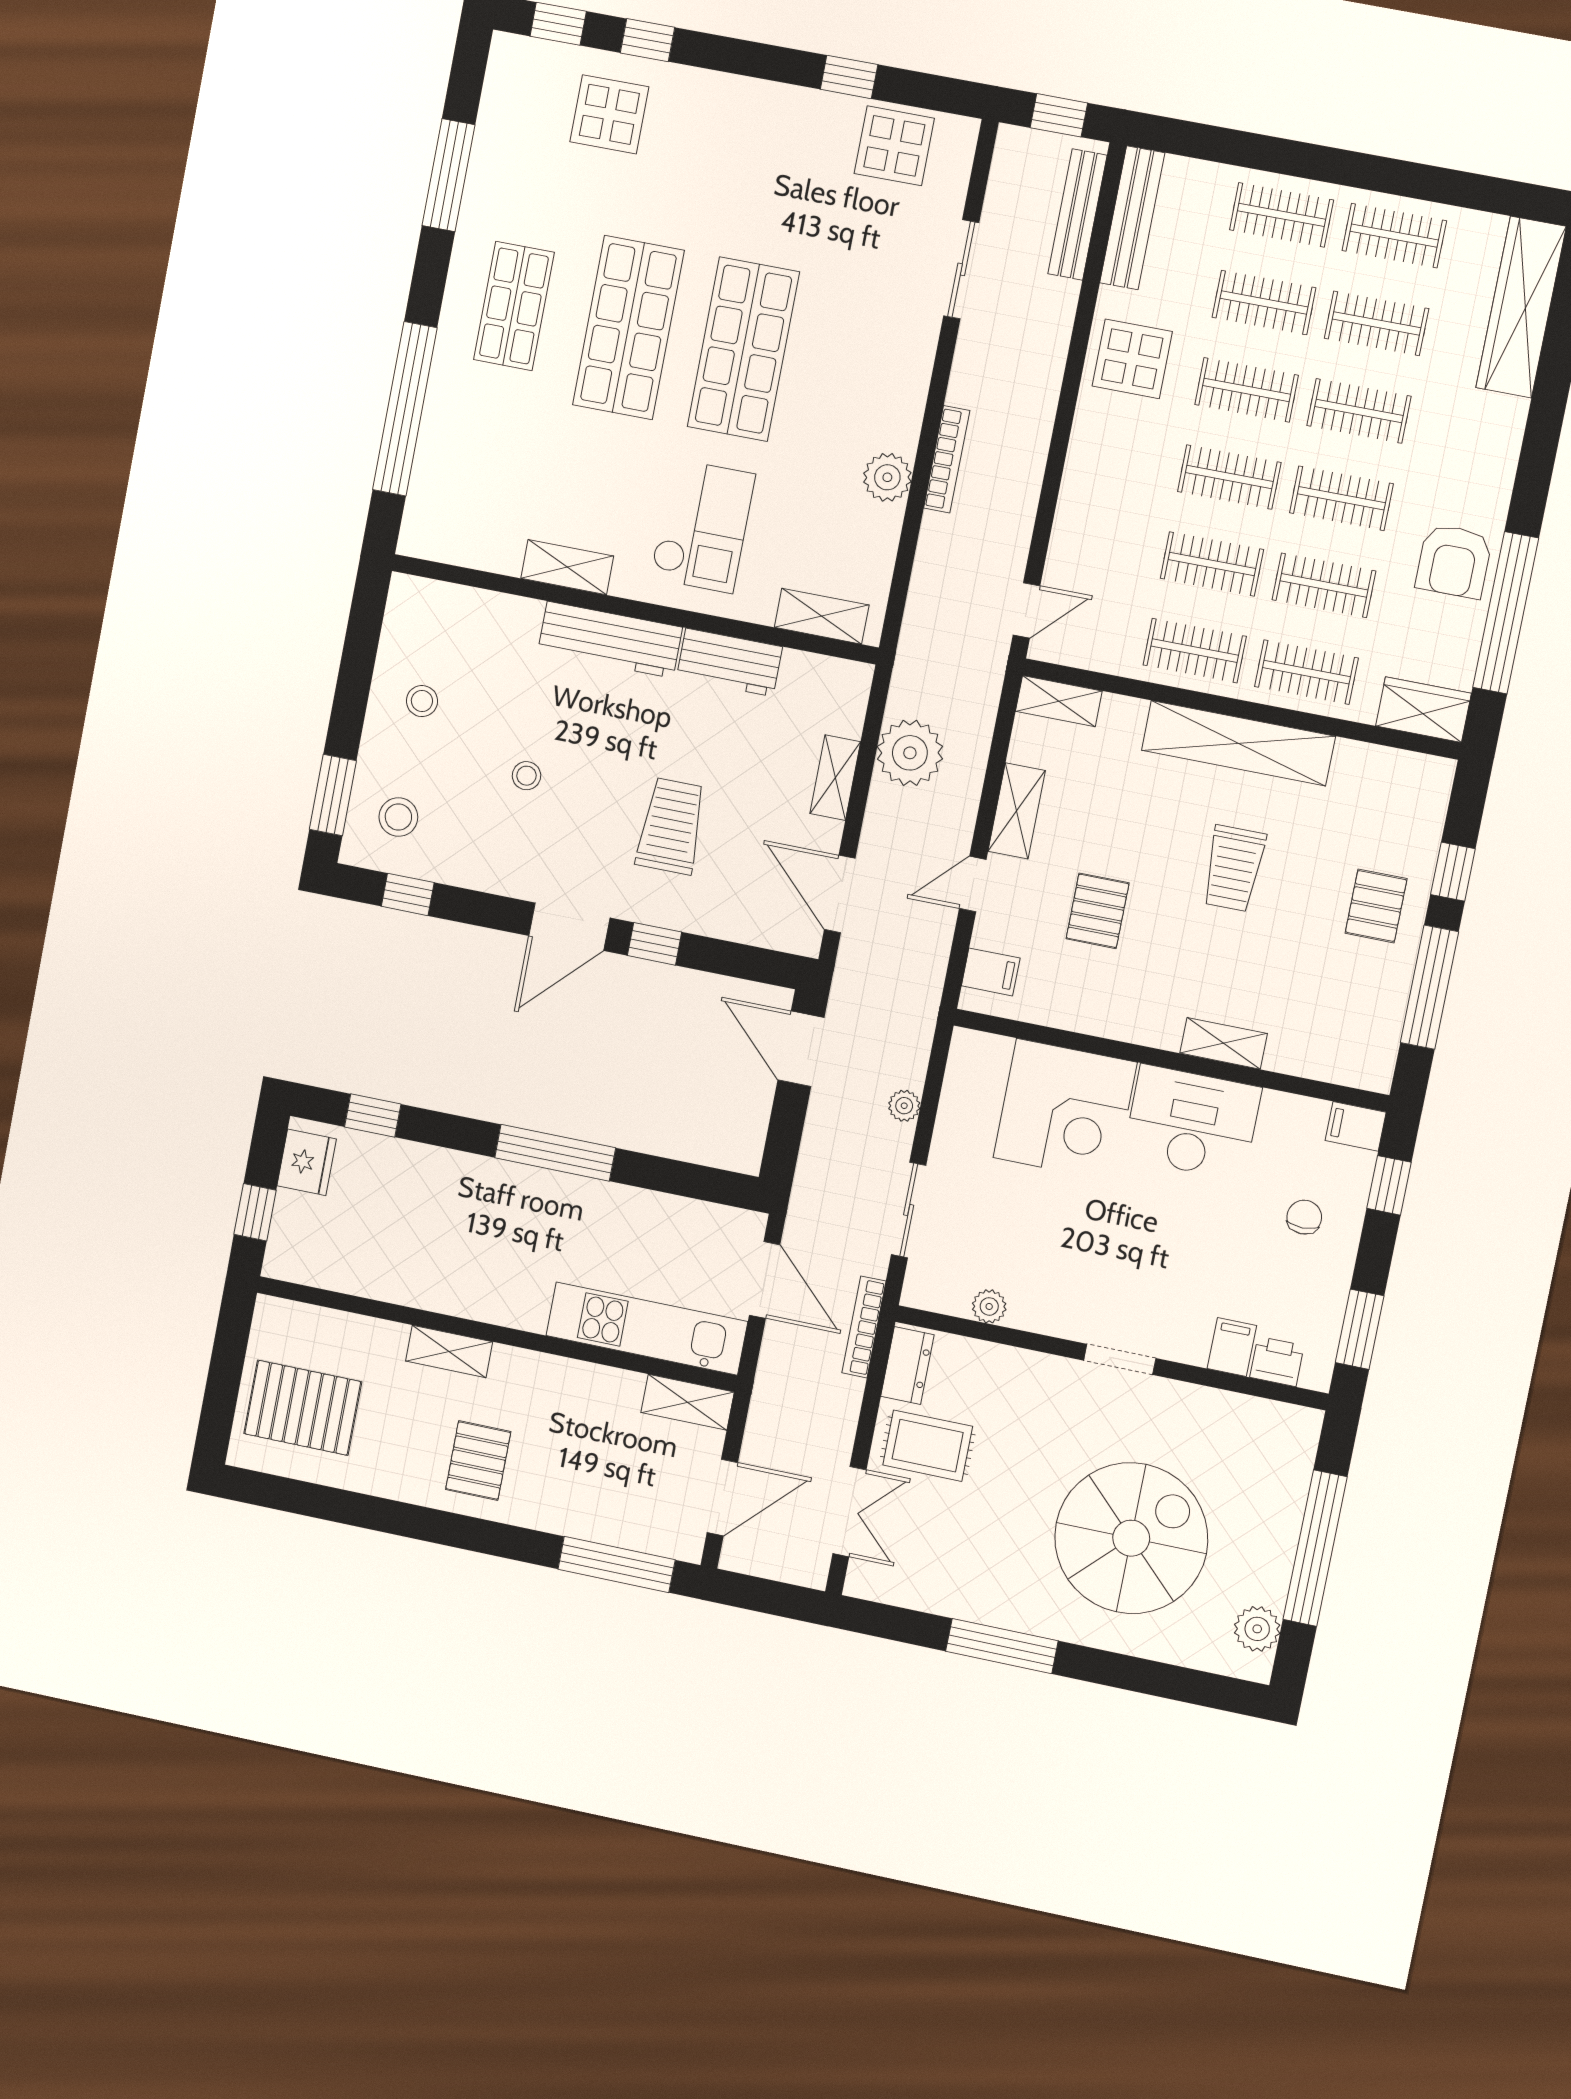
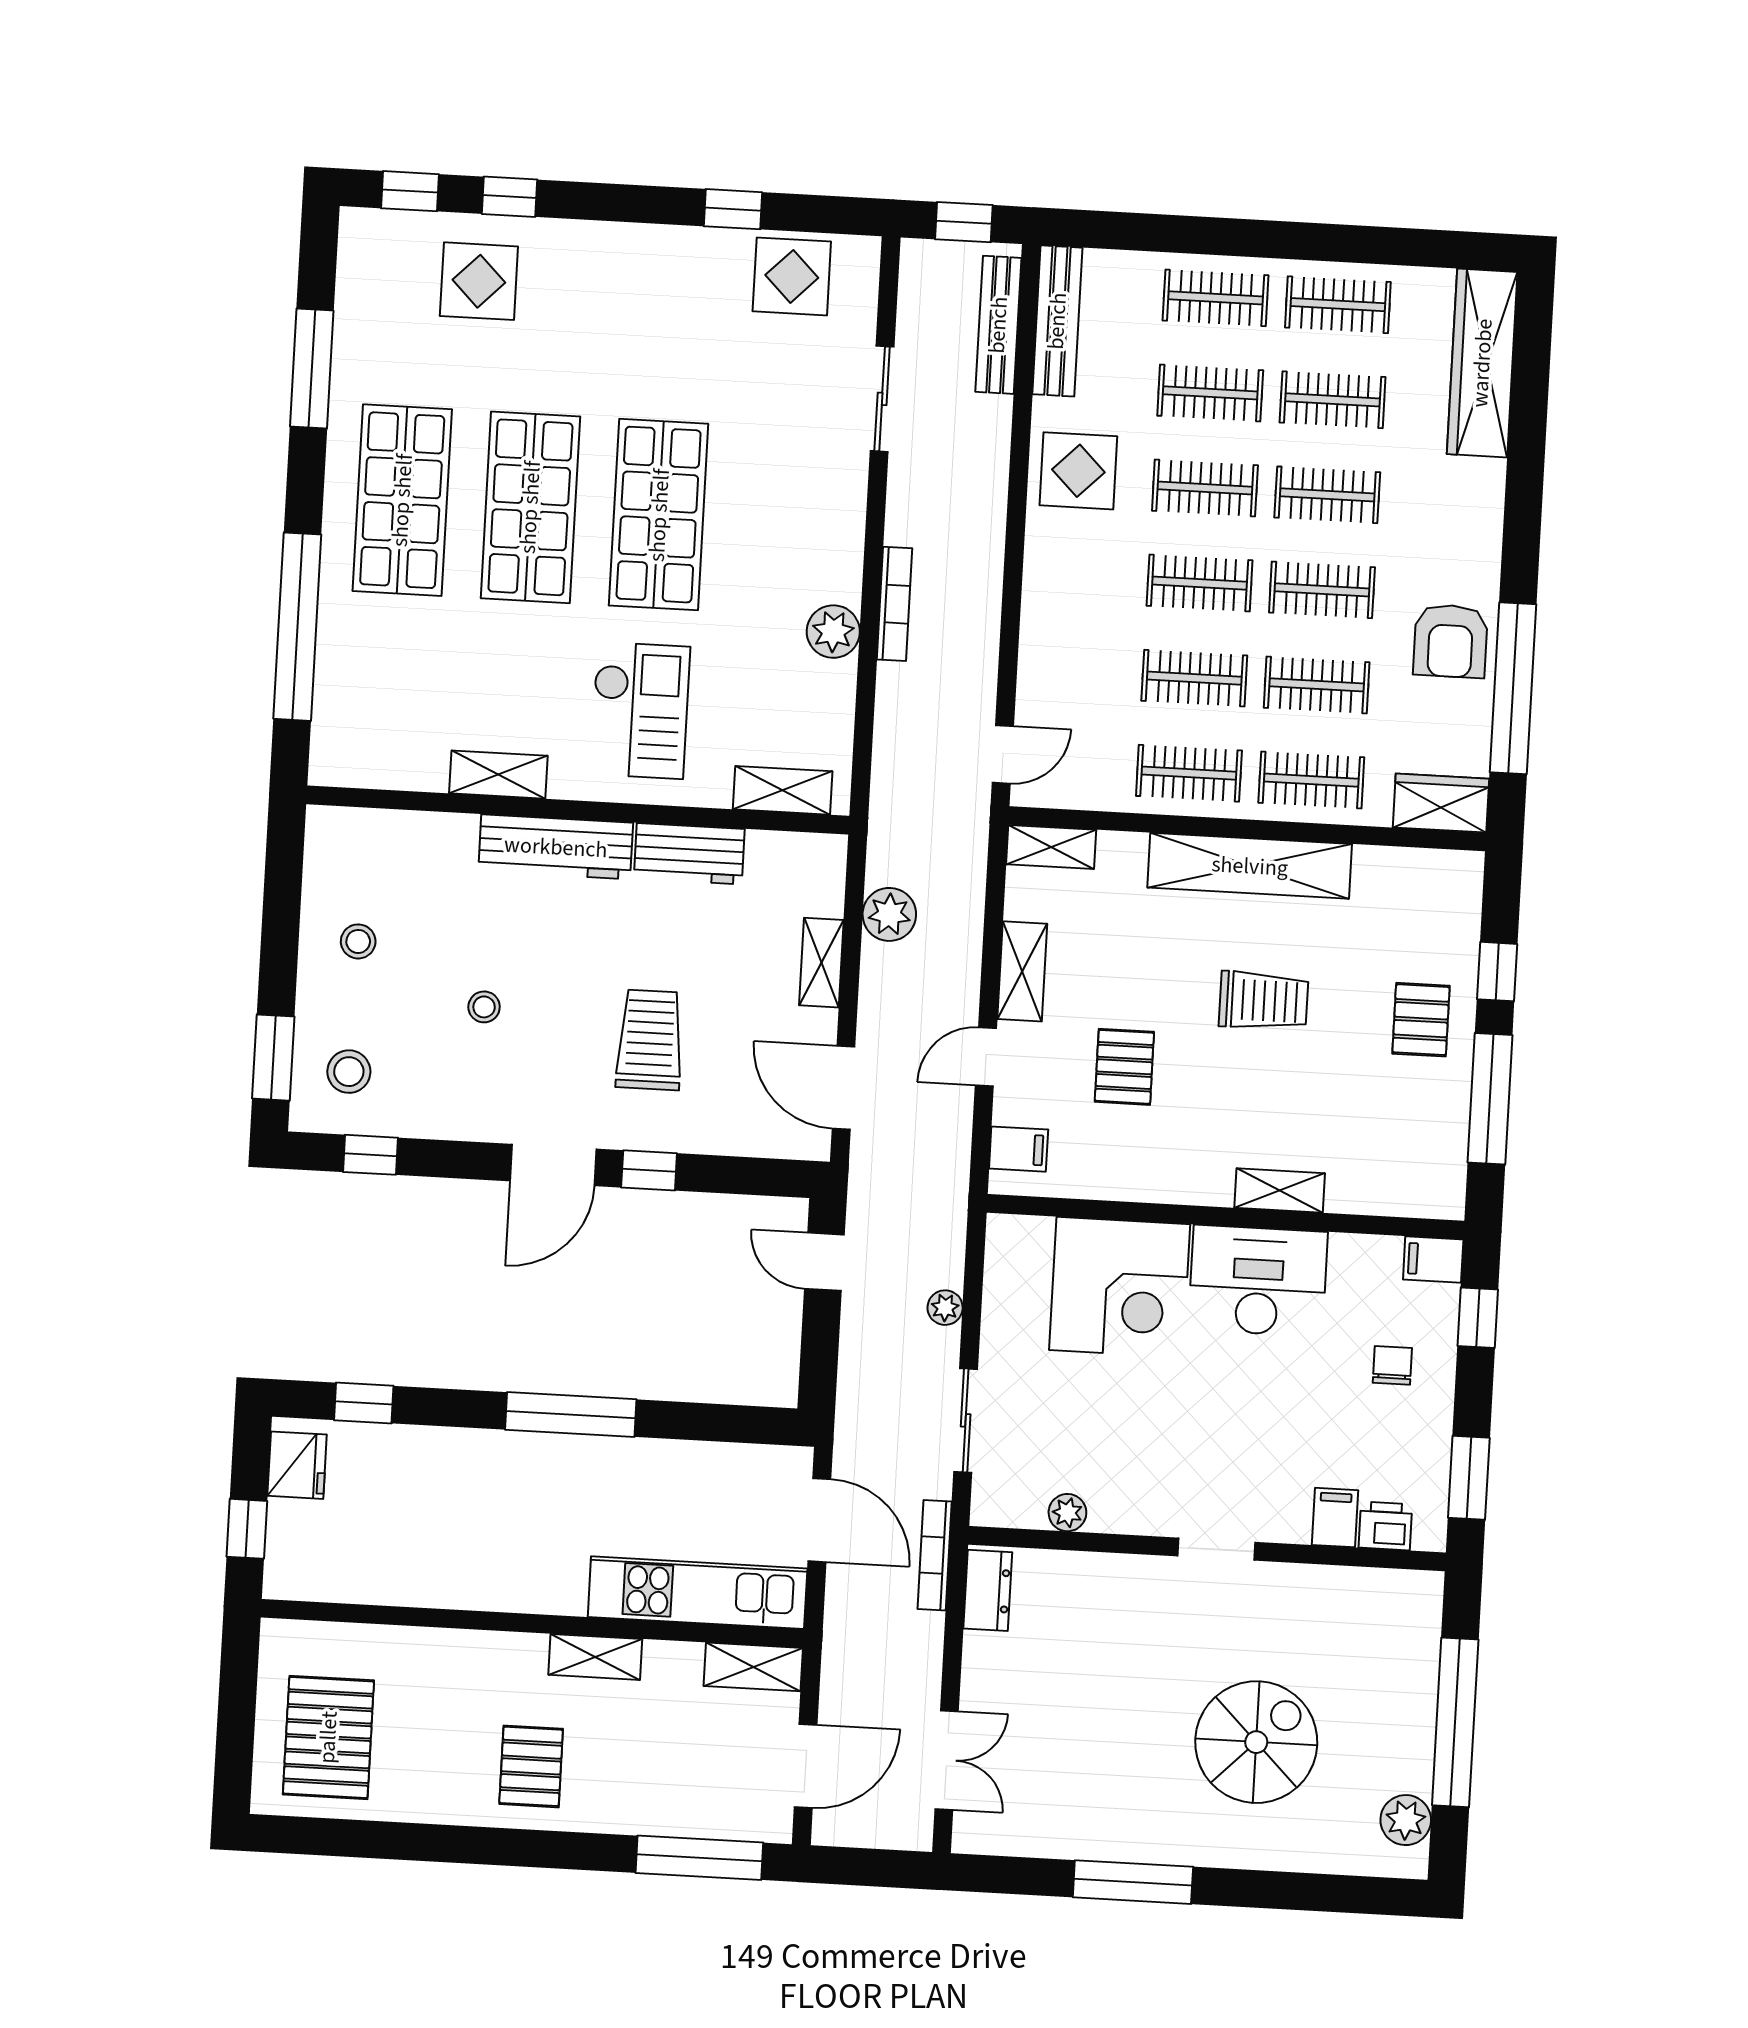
shop shelf: (514, 306) -> (402, 500), width x1.43, depth x1.36
plant: (910, 753) -> (889, 914), width x0.73, depth x0.73
trolley: (1234, 868) -> (1264, 1001), turned -90
door: (801, 1049) -> (824, 1262), width x0.73
shelving: (449, 1351) -> (595, 1657), moved
pallet: (303, 1408) -> (328, 1737), turned 90
rug: (928, 1446) -> (1022, 1675), removed
spiral stairs: (1131, 1538) -> (1256, 1742), width x0.73, depth x0.73

